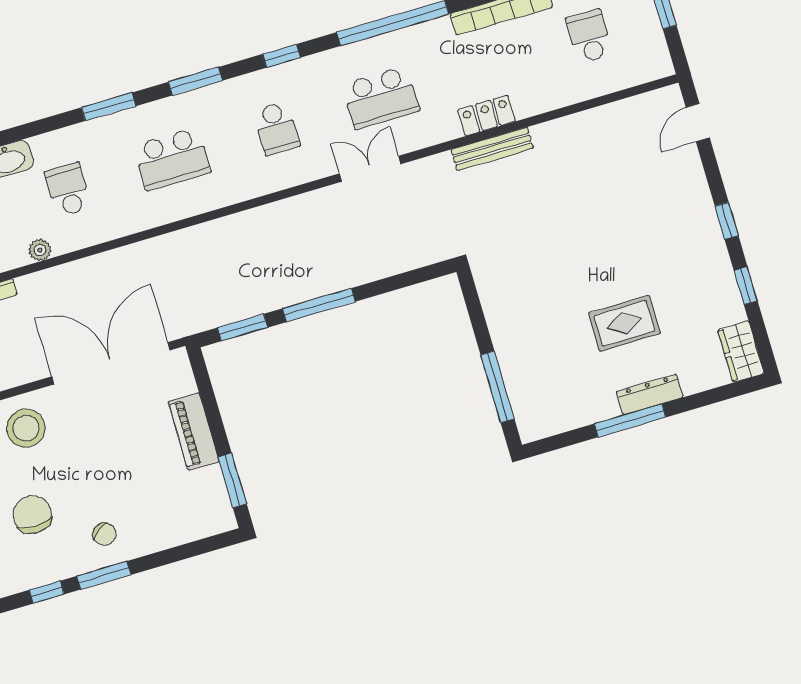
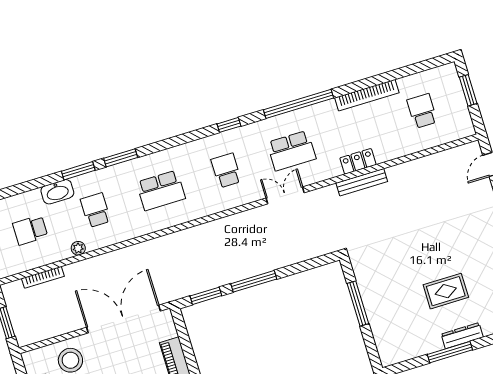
window: (195, 81) -> (78, 171), moved
school desk: (277, 128) -> (226, 170), turned 180
window: (498, 387) -> (358, 304), moved

